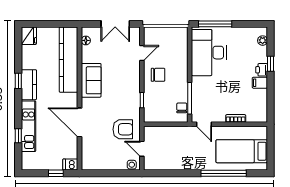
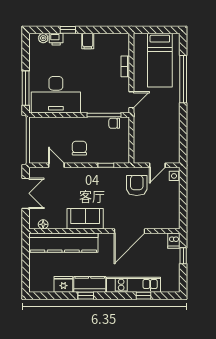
fridge: (29, 36) -> (63, 284), moved
printer: (262, 70) -> (56, 39), moved

